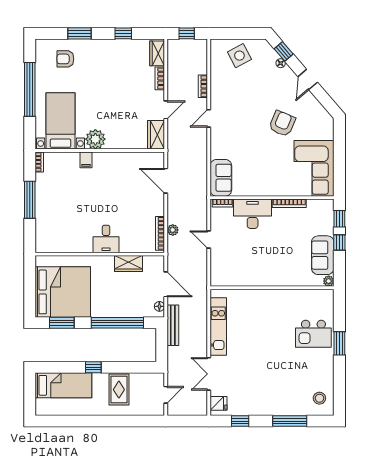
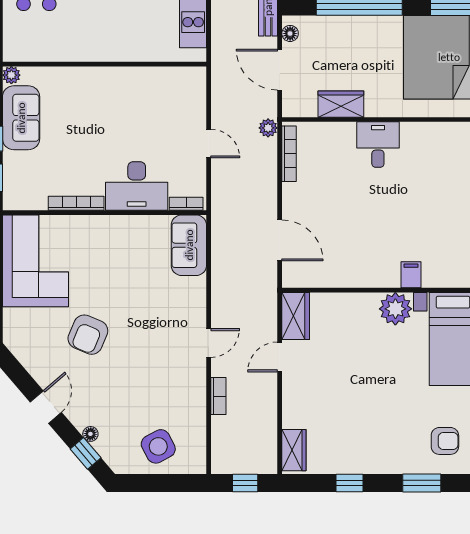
bookcase: (160, 78) -> (289, 409), removed
plant: (173, 230) -> (268, 128), moved

